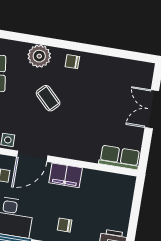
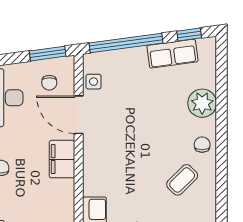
coffee table: (48, 98) -> (182, 180), moved

